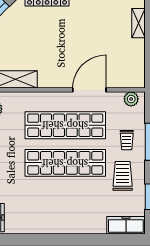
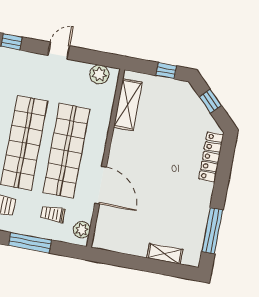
trolley: (127, 140) -> (53, 214), moved

